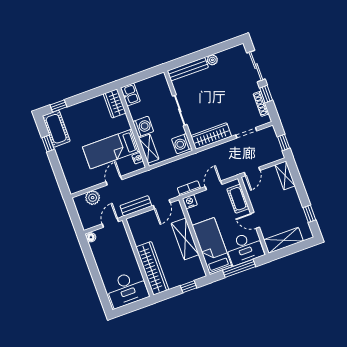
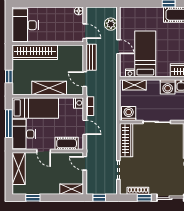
washing machine: (143, 127) -> (168, 87), moved
door: (255, 220) -> (44, 151), swing flipped

